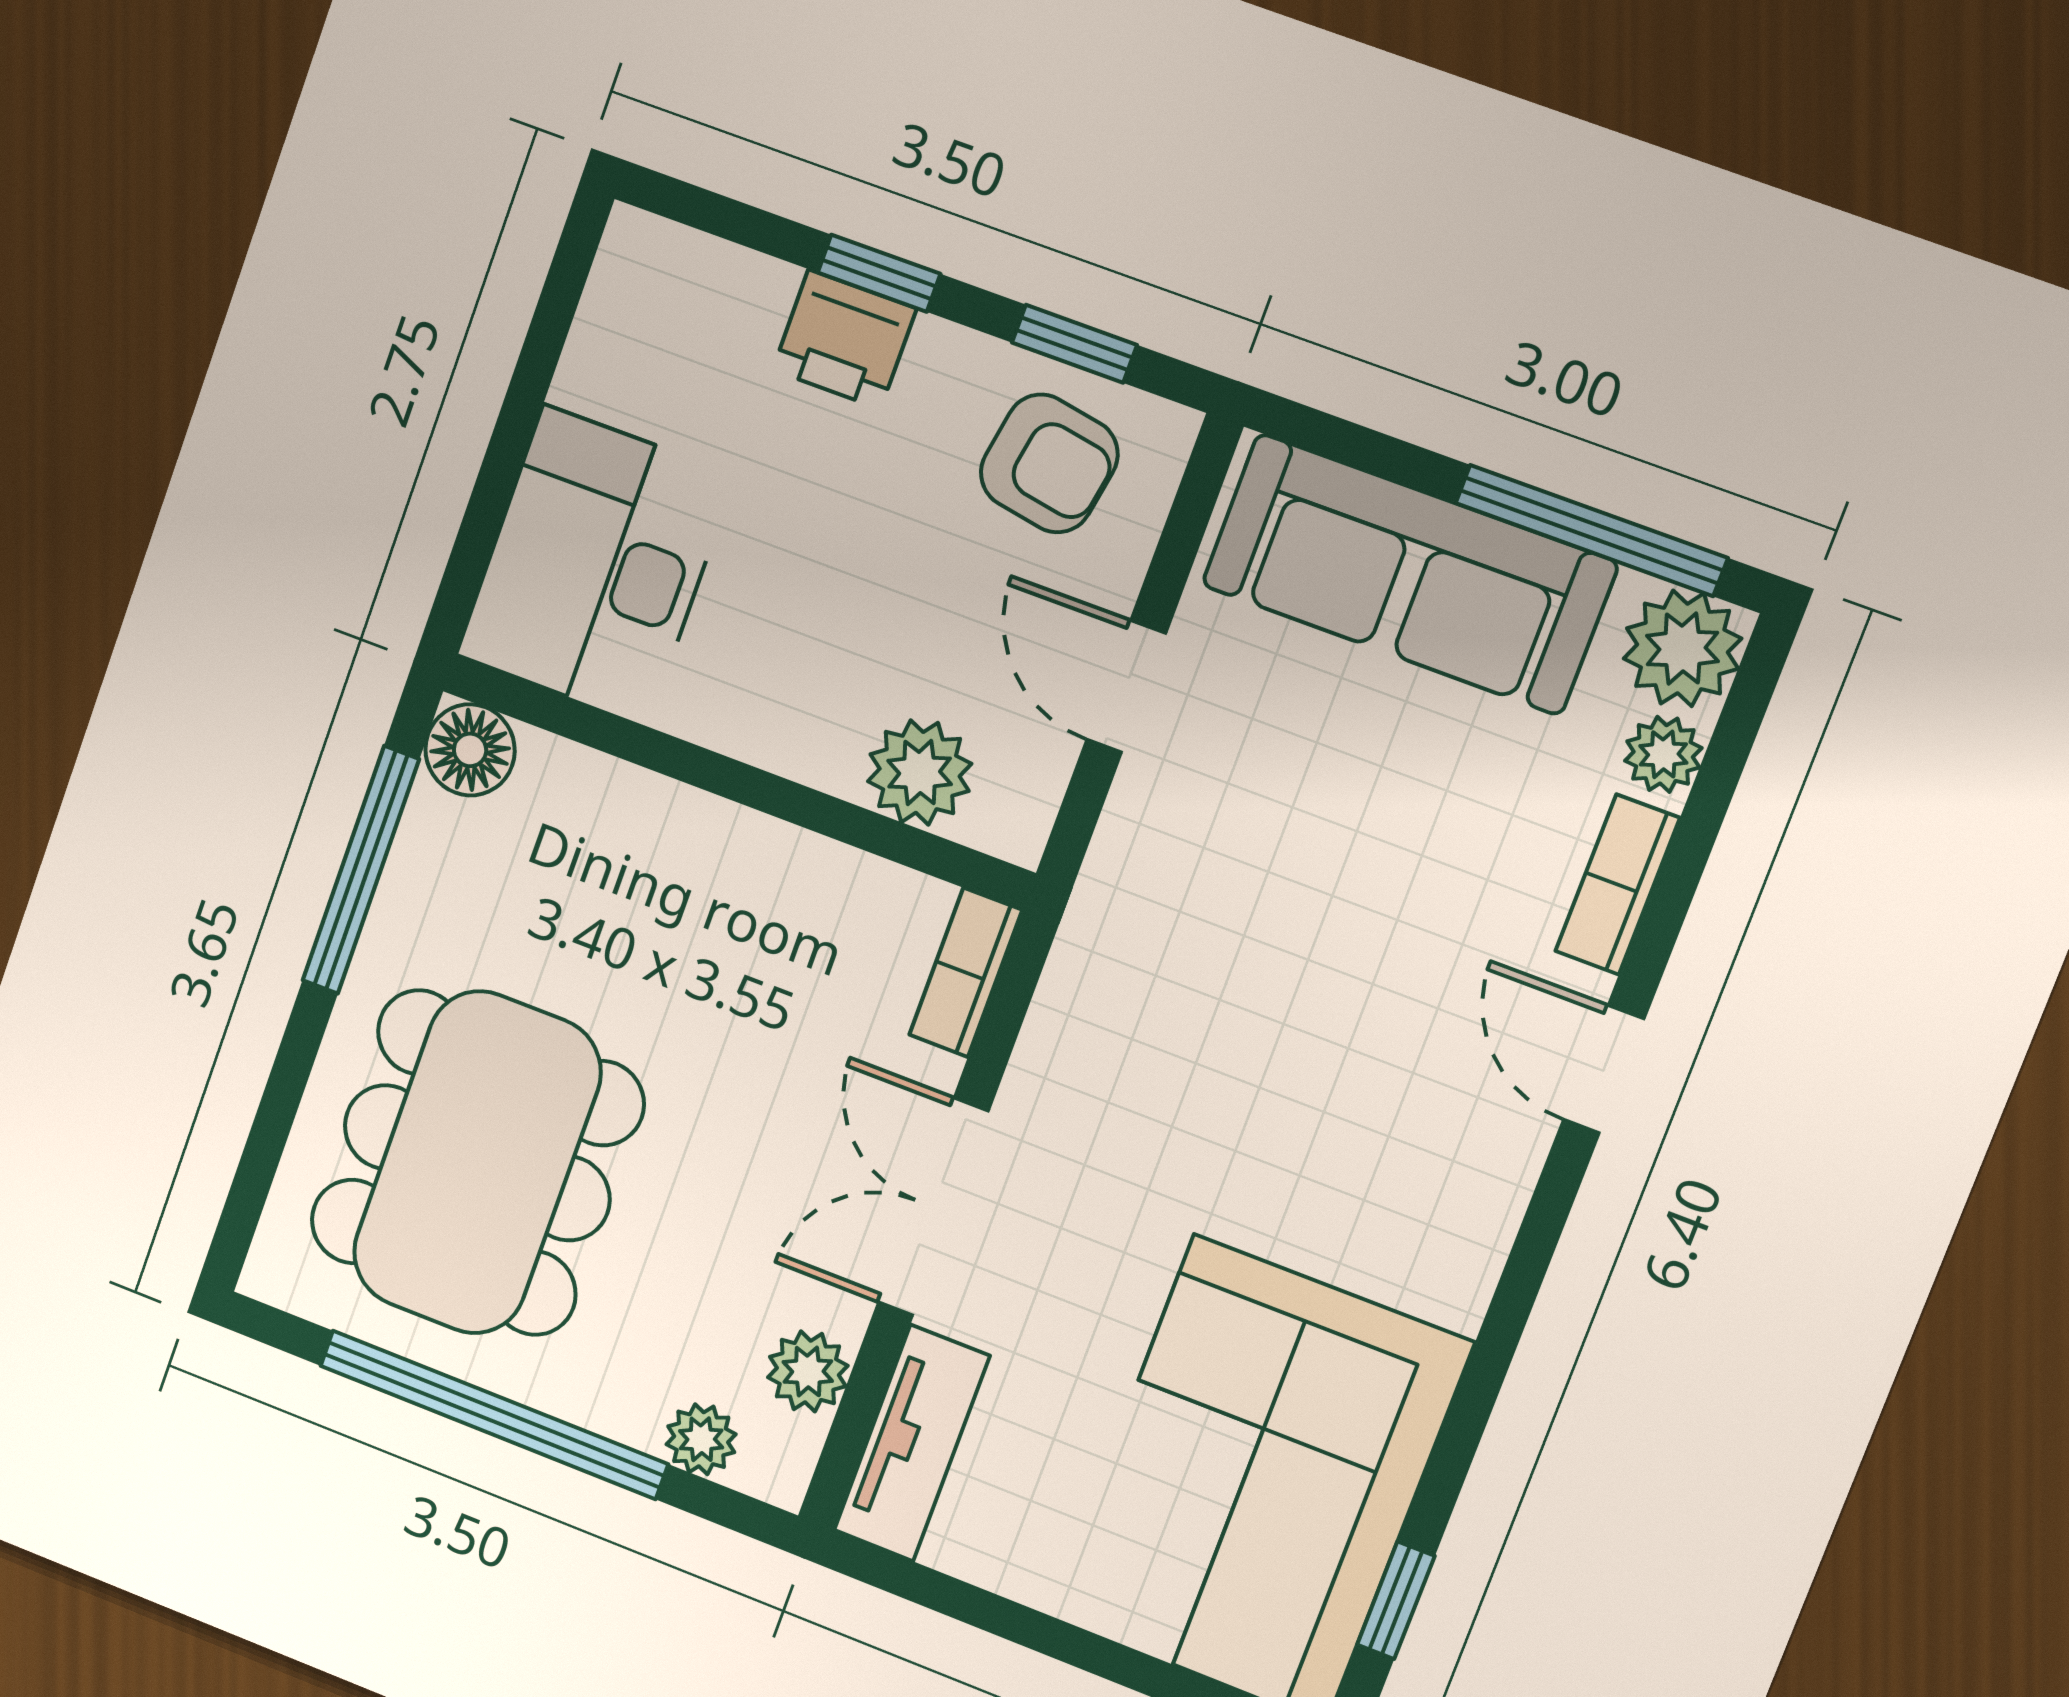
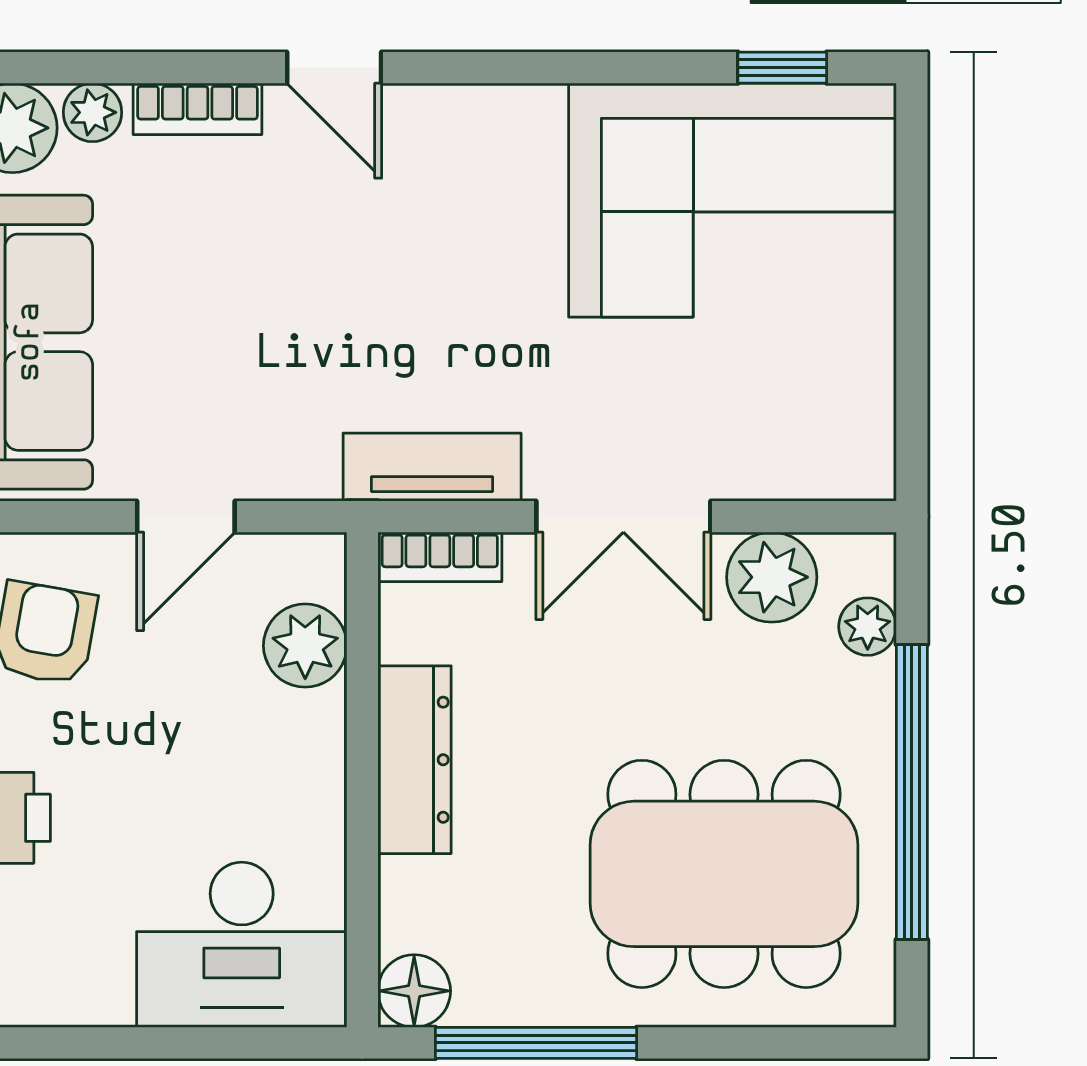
dresser: (738, 852) -> (415, 760), added
door: (1604, 1069) -> (334, 68), hinge flipped
plant: (808, 1372) -> (772, 577), width x1.38, depth x1.38
tv unit: (912, 1443) -> (432, 467), moved

